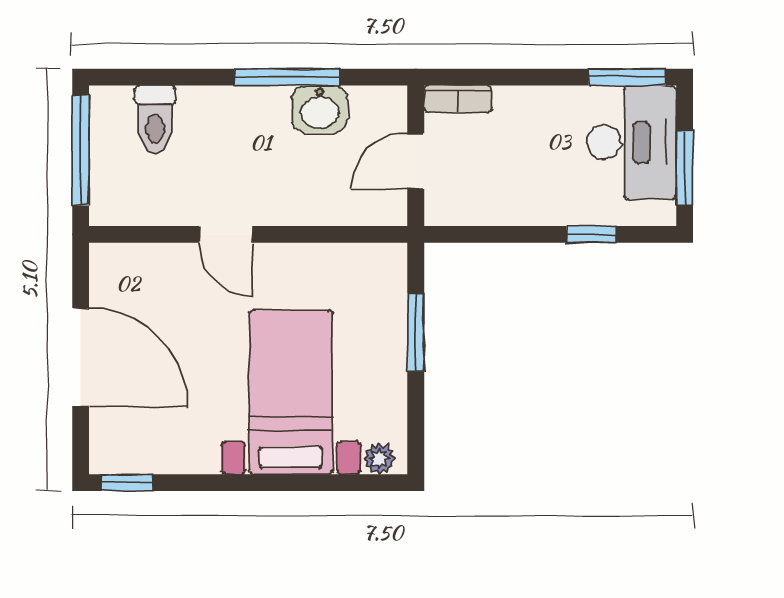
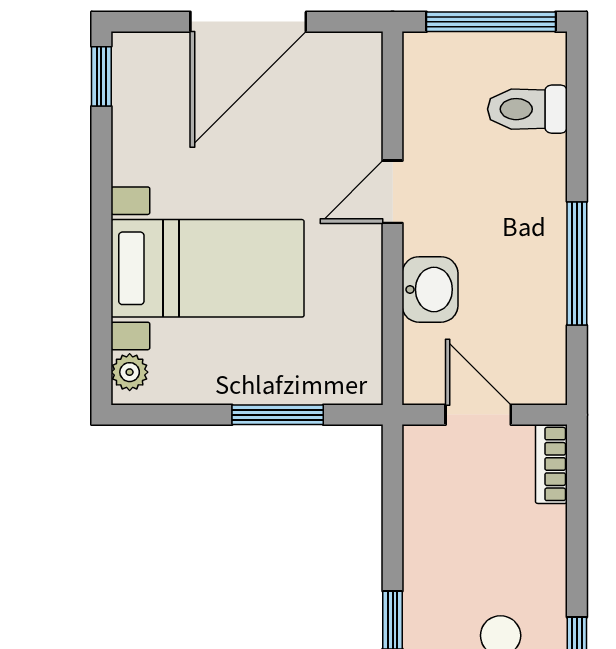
washbasin: (320, 109) -> (430, 289), moved, turned 180

